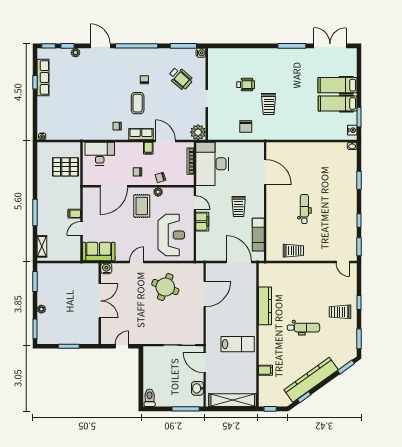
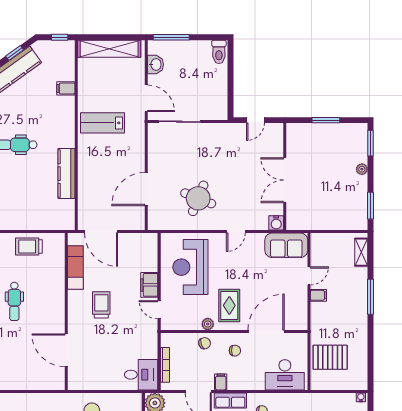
desk: (212, 164) -> (141, 375), width x0.53, depth x0.77

